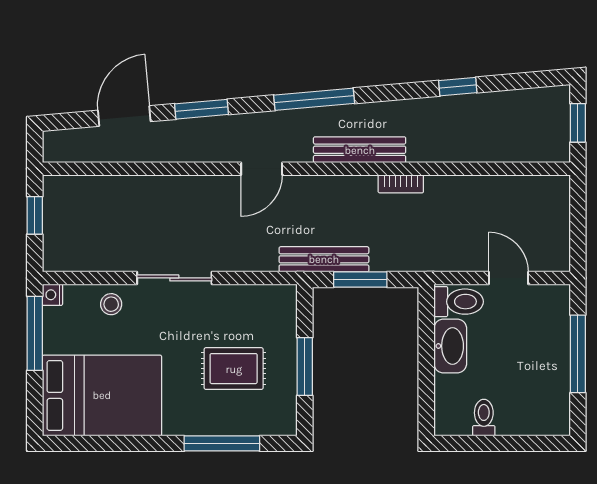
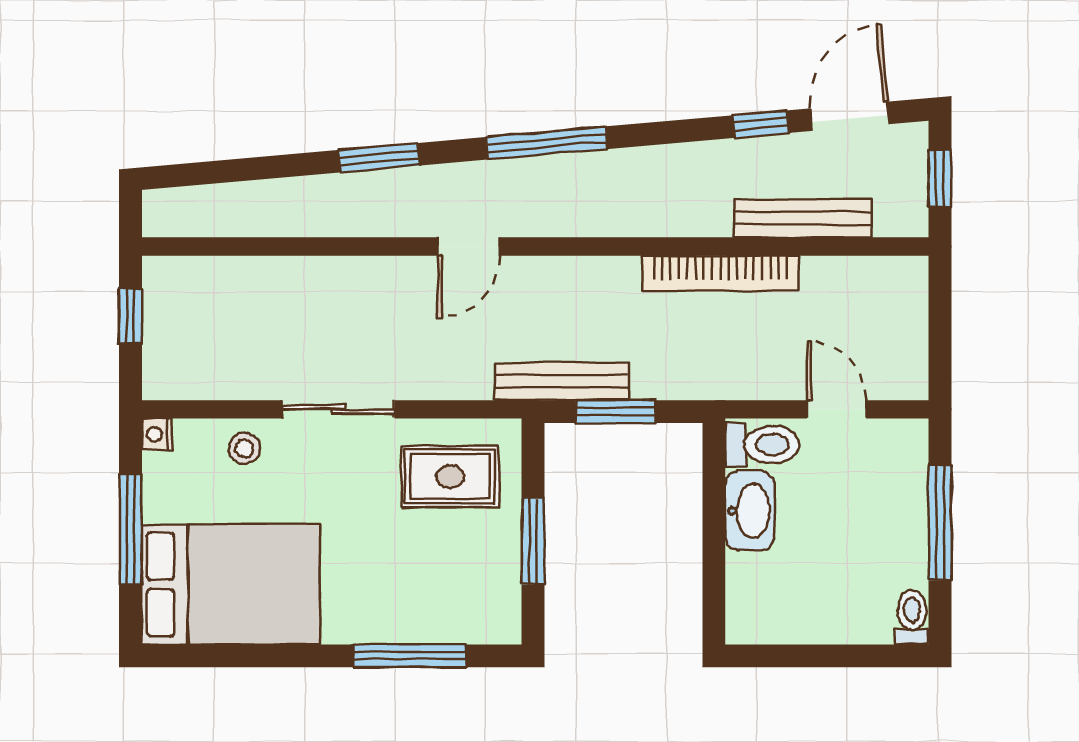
door: (124, 116) -> (850, 116), moved
bench: (360, 150) -> (803, 218), moved
bookcase: (401, 184) -> (720, 273), width x2.31, depth x1.31
window: (35, 333) -> (130, 530), moved
rug: (234, 369) -> (450, 476), moved
toilet: (484, 418) -> (912, 617), moved

